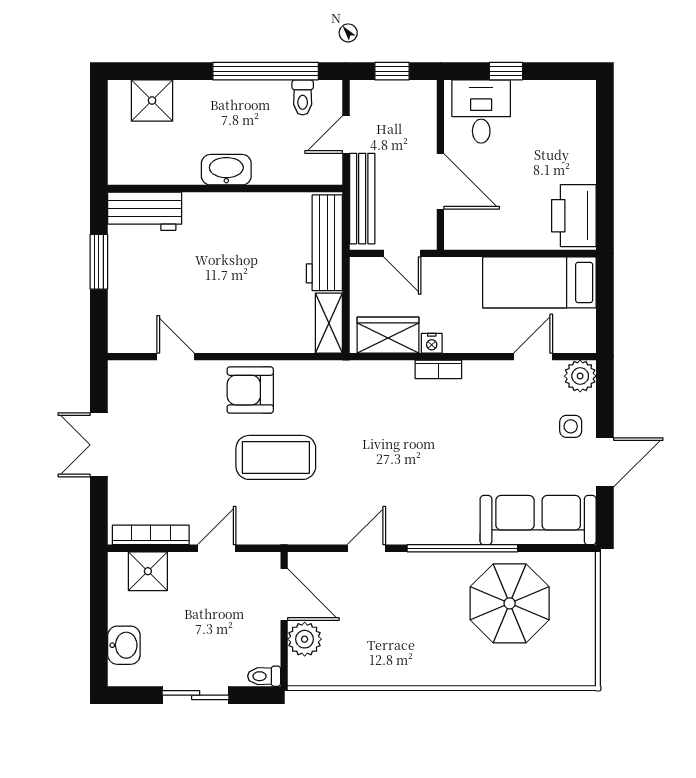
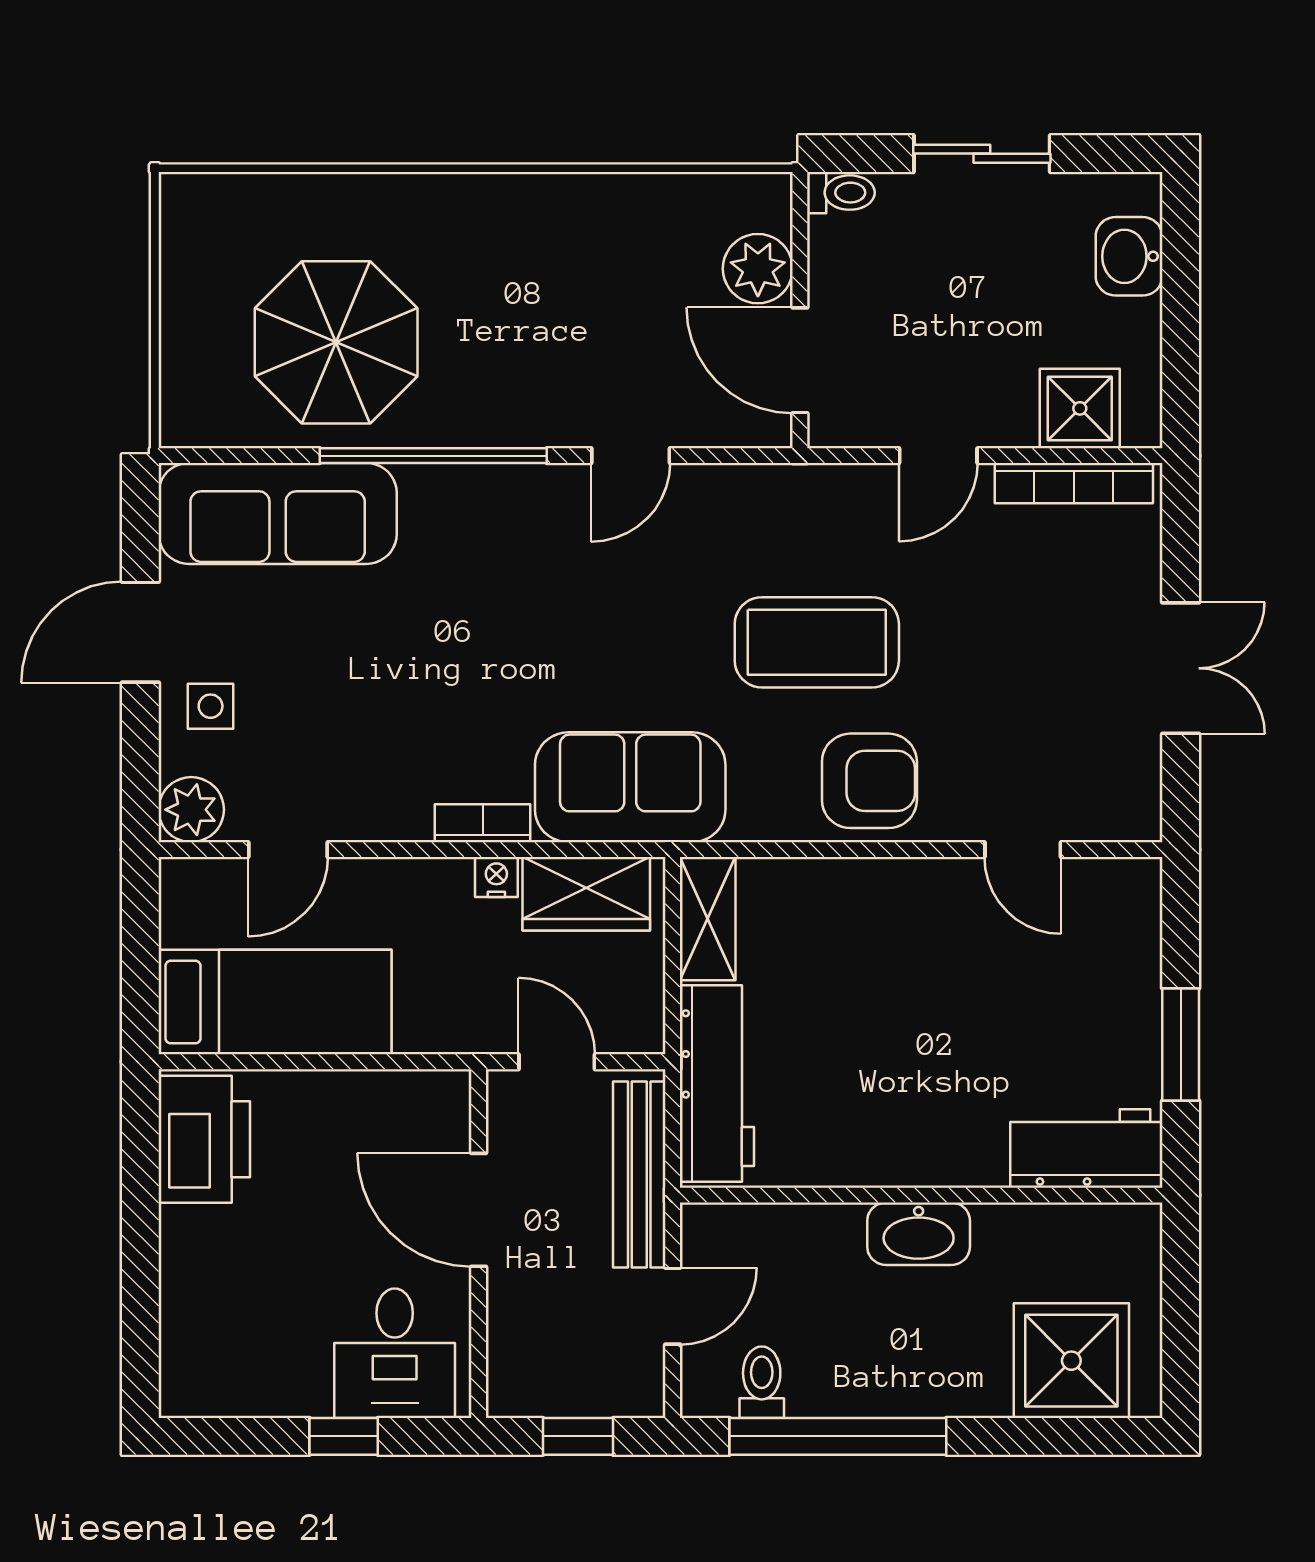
shower: (152, 101) -> (1071, 1361), width x1.36, depth x1.36
sofa: (367, 387) -> (630, 787), added

